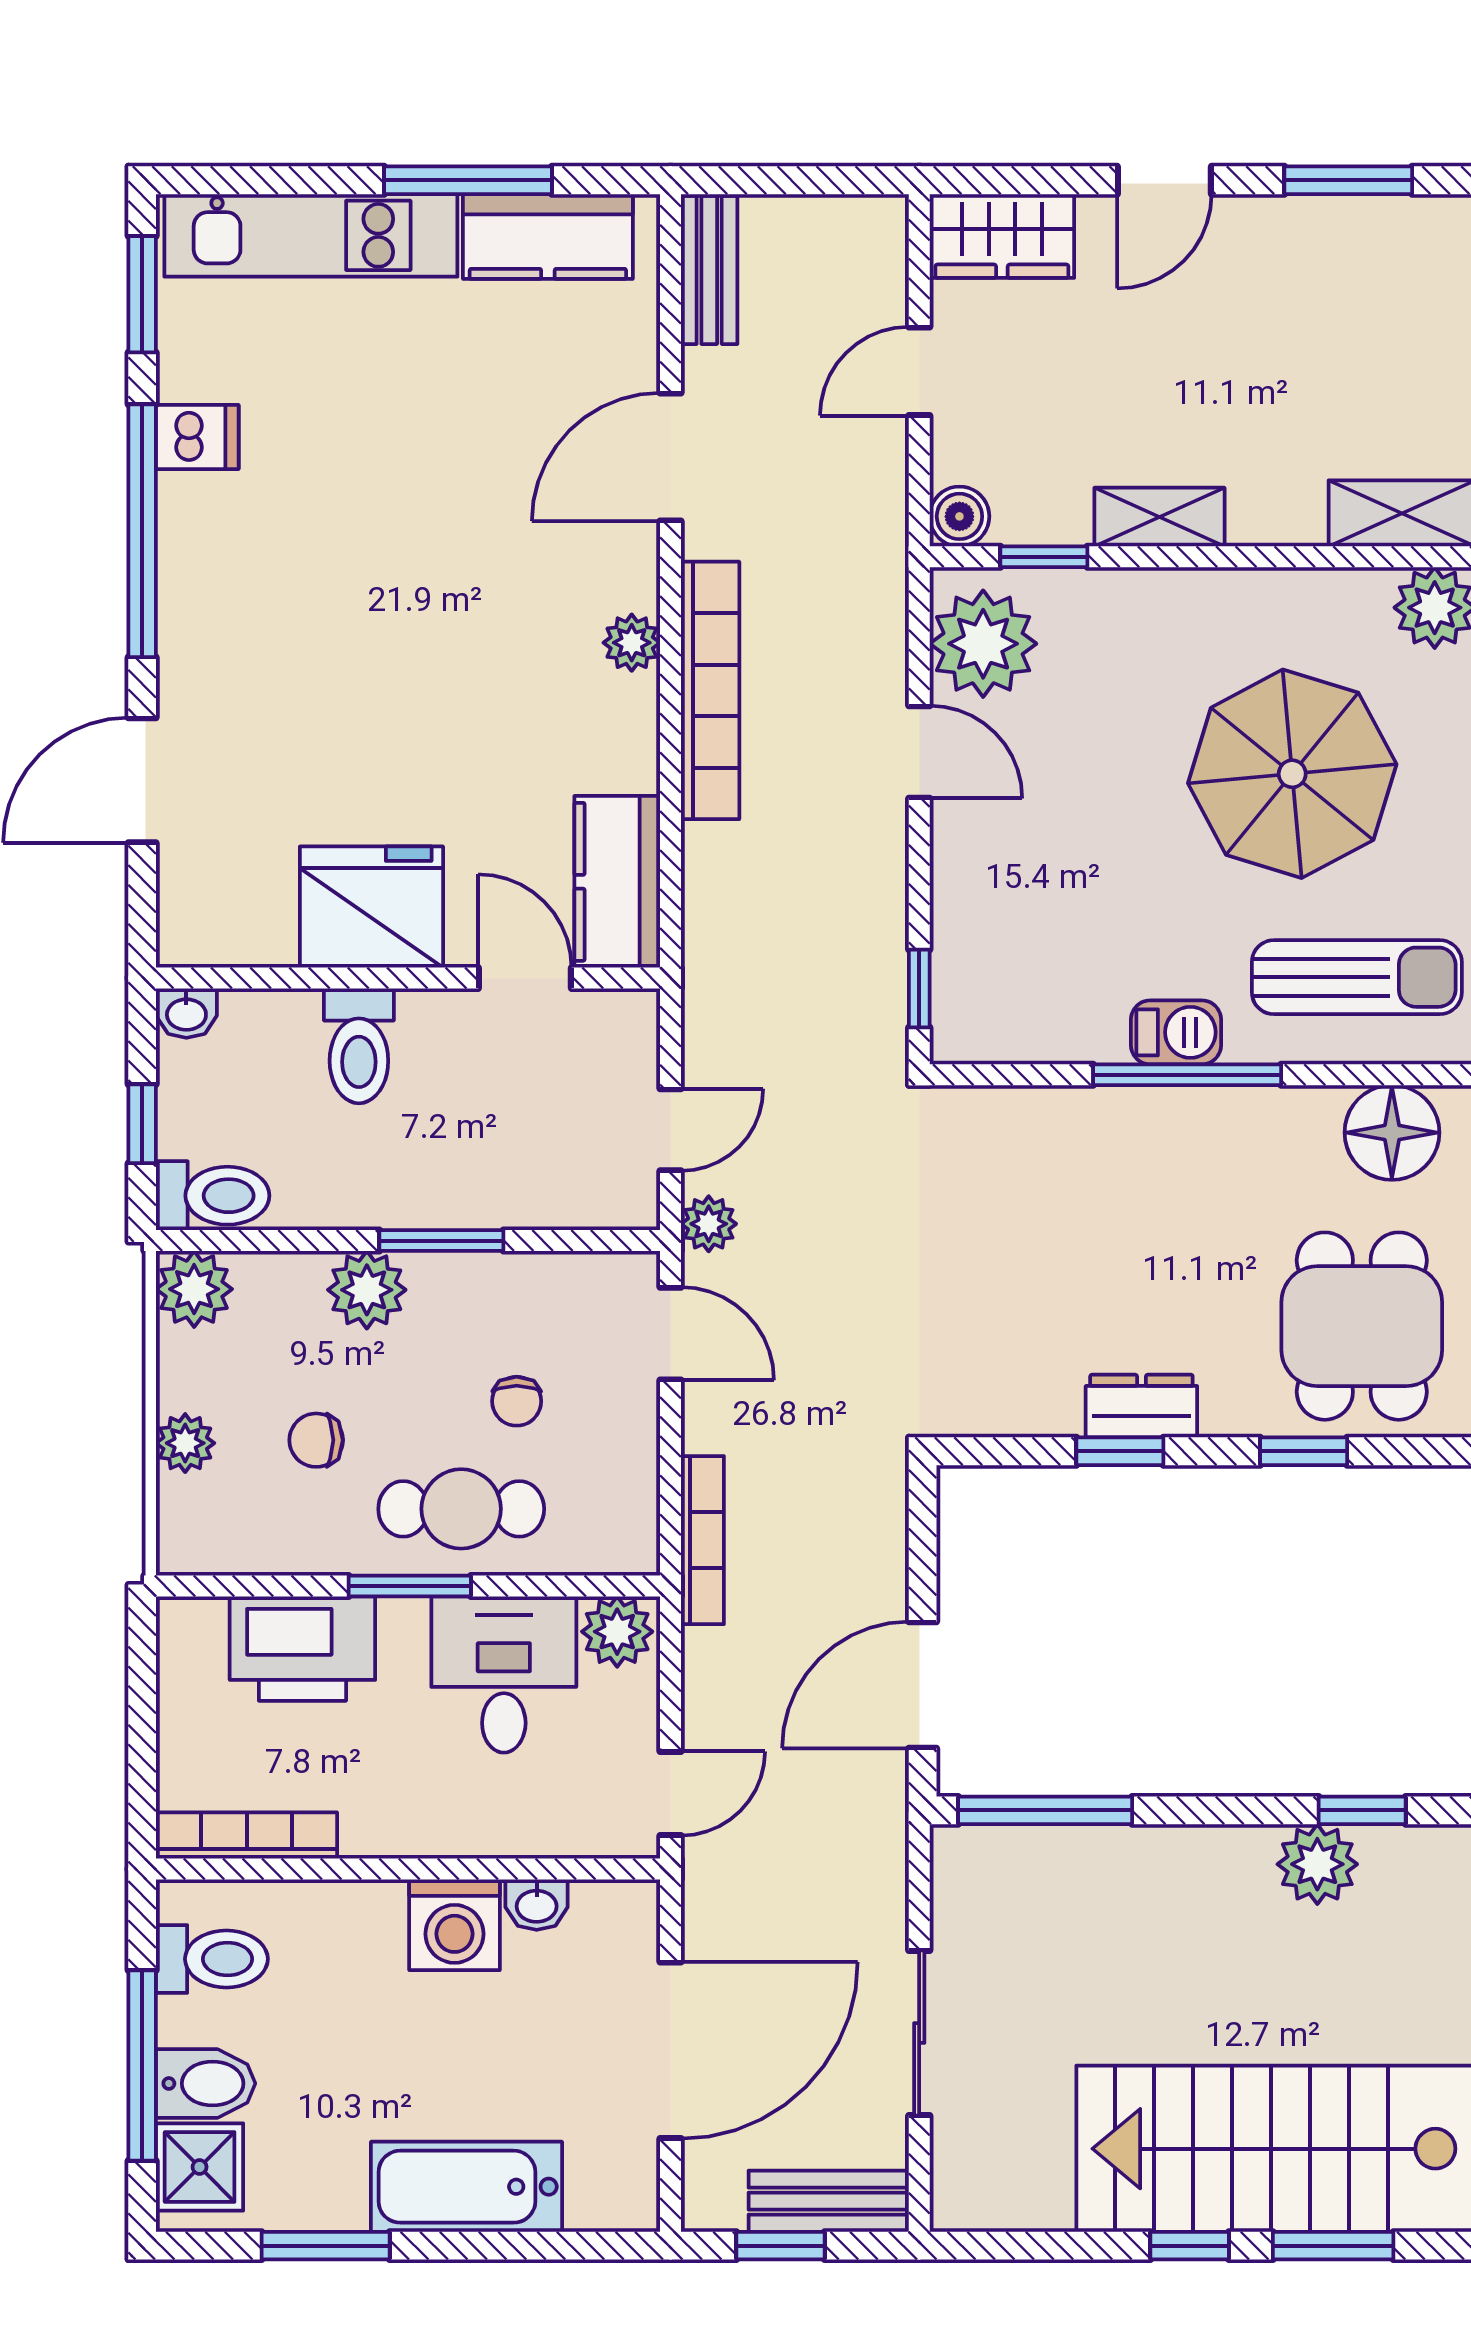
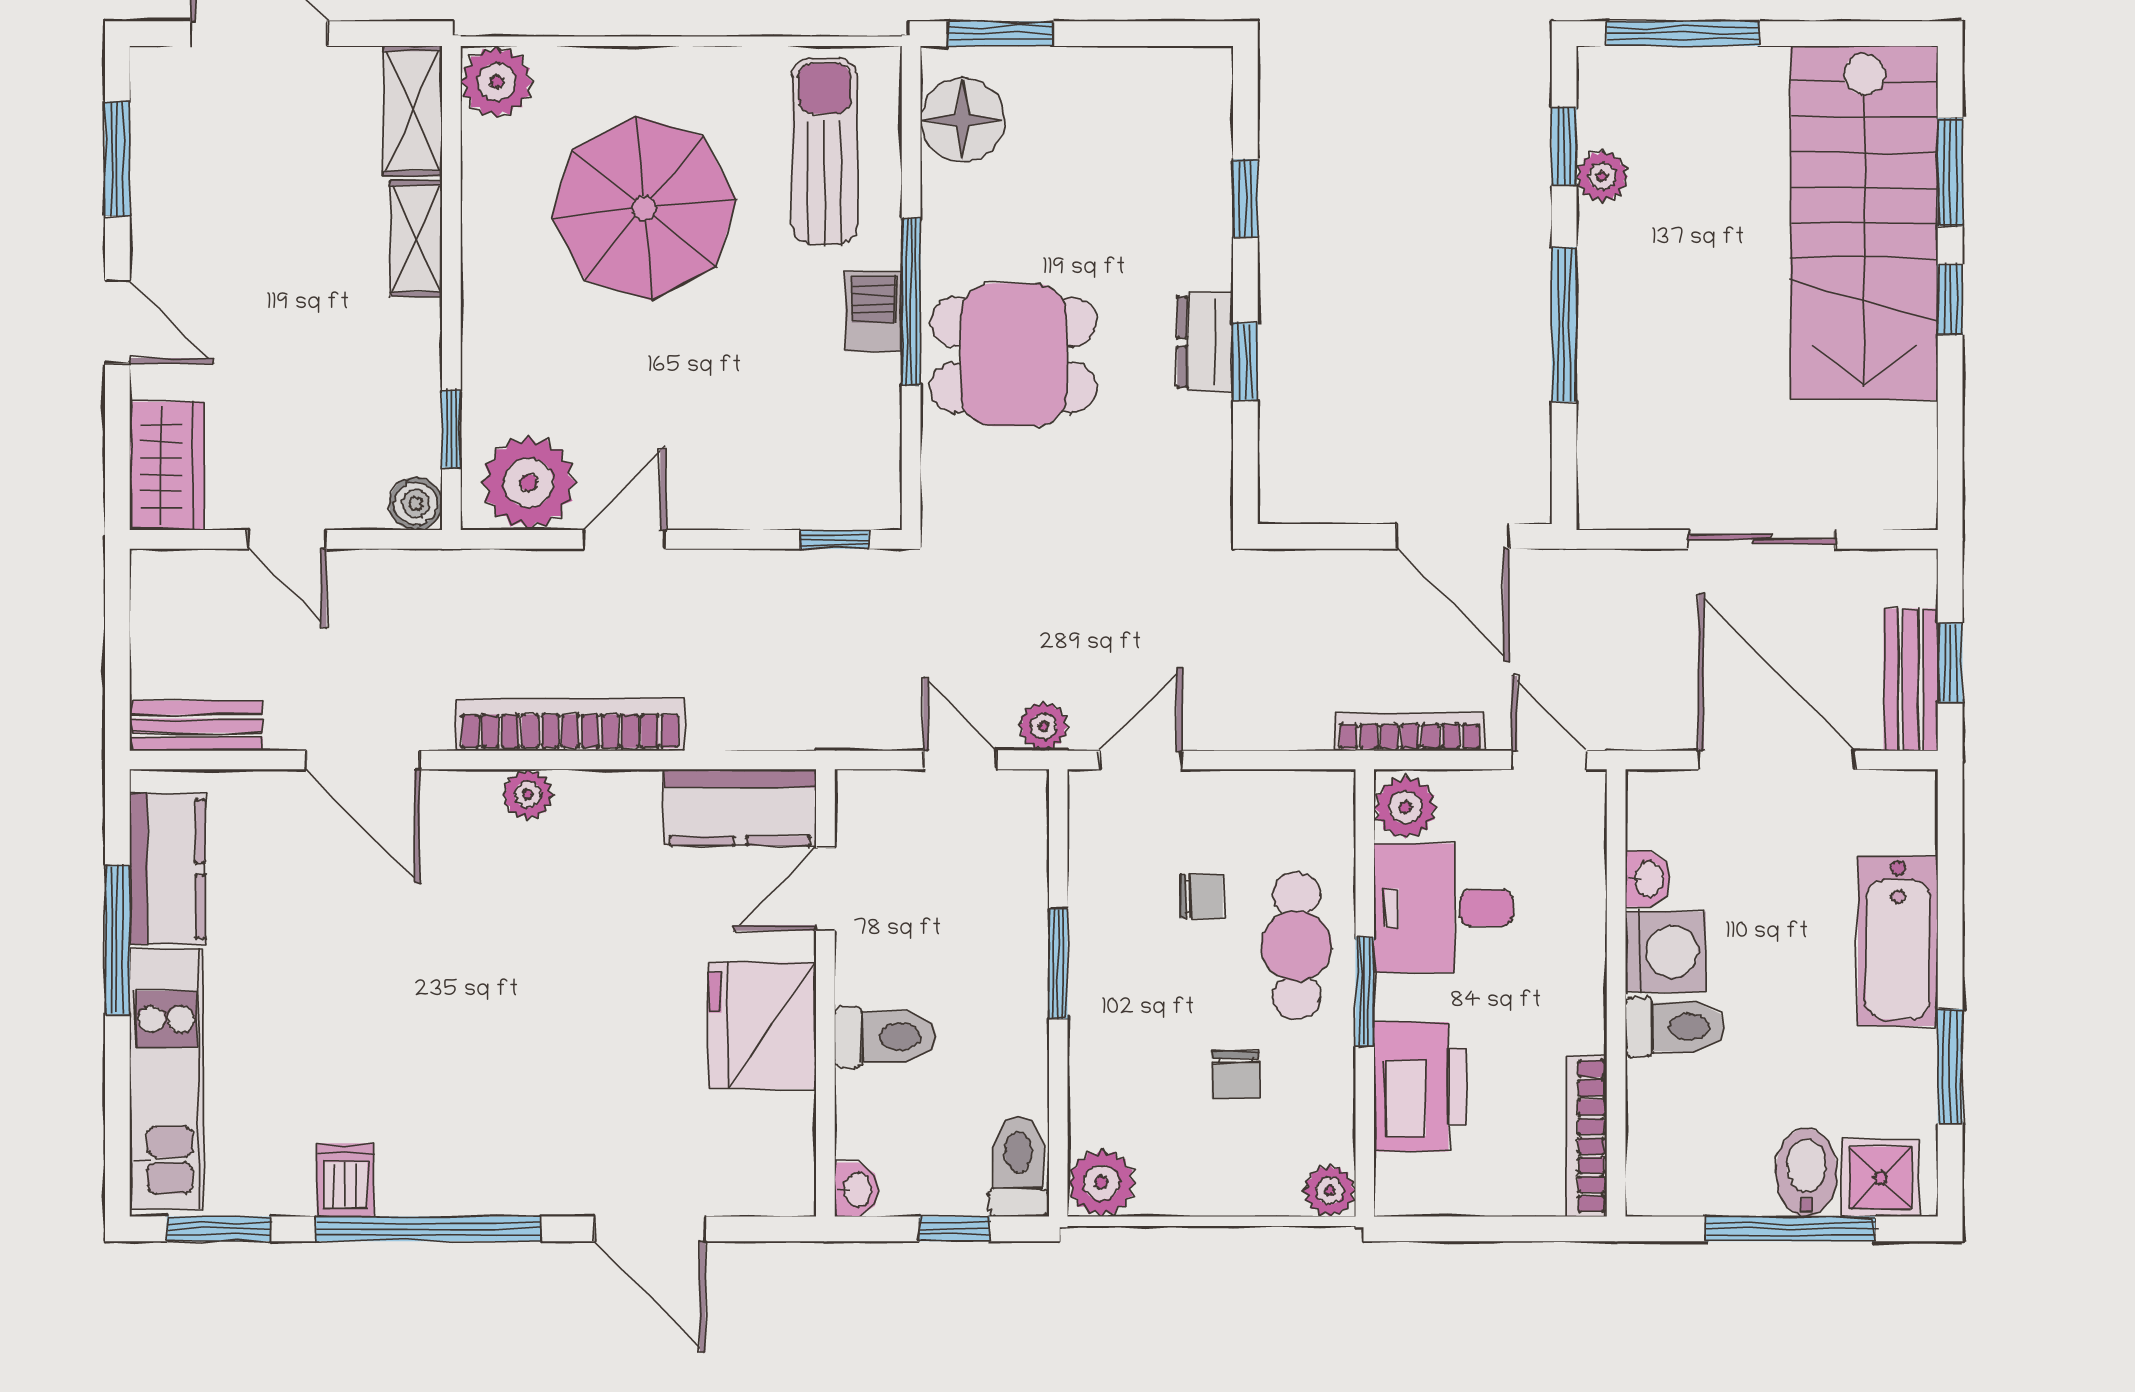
shelving: (1159, 517) -> (416, 239), moved
plant: (367, 1290) -> (1102, 1030), removed
dining table: (1362, 1326) -> (1014, 355), moved
plant: (185, 1443) -> (1330, 1191), moved
bookcase: (702, 1540) -> (1410, 732), moved
window: (1045, 1810) -> (1564, 324), moved
plant: (1317, 1864) -> (1602, 176), width x0.73, depth x0.73
toilet: (212, 1959) -> (1675, 1027), moved, turned 90
bench: (829, 2201) -> (1911, 680), moved

